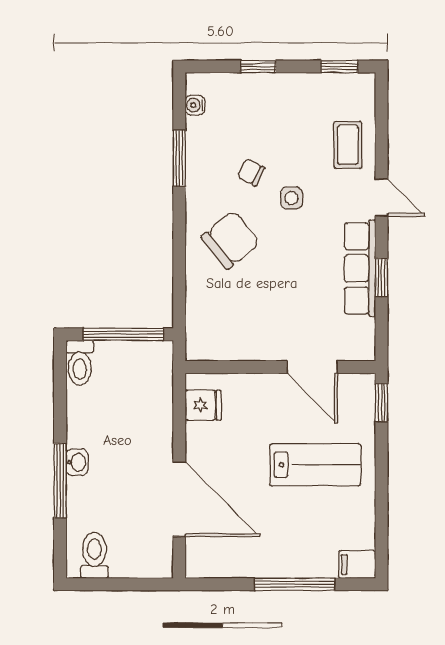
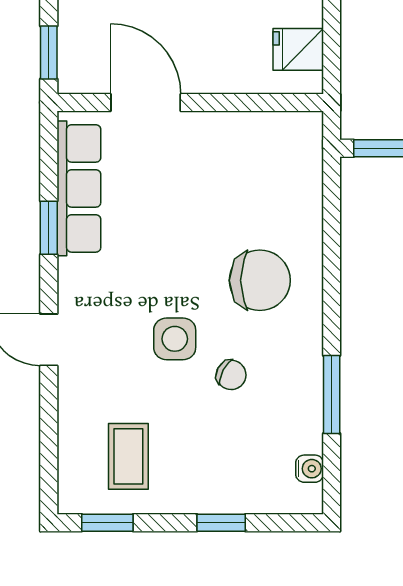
coffee table: (348, 145) -> (128, 456), moved
side table: (291, 198) -> (175, 339), width x1.37, depth x1.37
chair: (231, 240) -> (260, 280), turned -141
row of seats: (360, 268) -> (79, 188), moved

